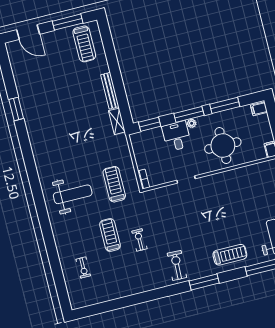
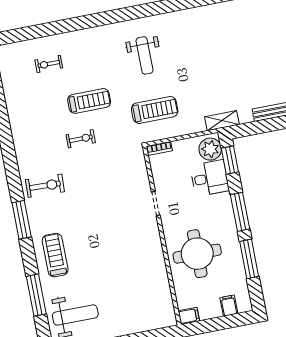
filing cabinet: (259, 109) -> (229, 306), moved
shelving: (117, 121) -> (222, 121), moved
plant: (192, 123) -> (210, 149), moved, width x1.87, depth x1.87
desk: (176, 136) -> (210, 178), moved
weight bench: (73, 194) -> (145, 55), width x0.73, depth x0.75
treadmill: (230, 255) -> (55, 255), turned 180

